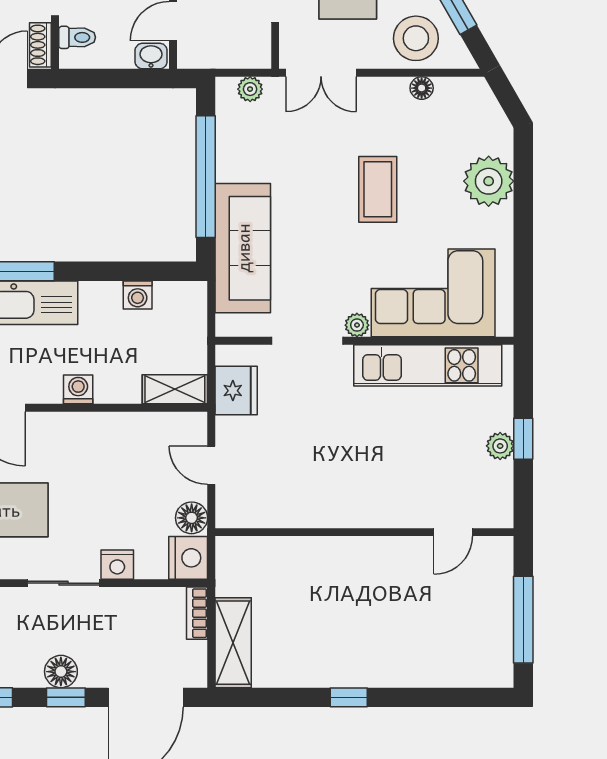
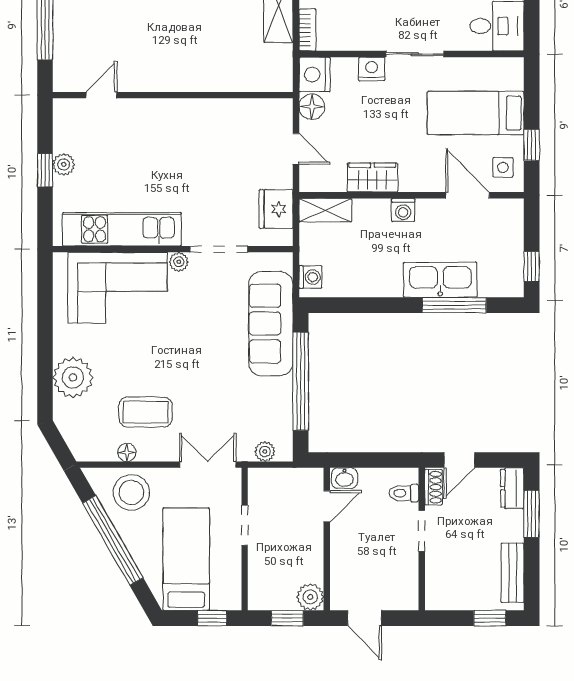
coffee table: (378, 189) -> (146, 412), moved, turned 90
washing machine: (138, 295) -> (310, 277), moved, turned 90
wardrobe: (116, 430) -> (372, 178), added

